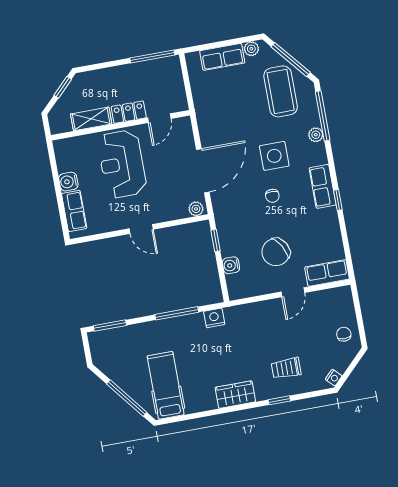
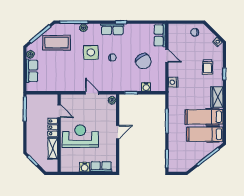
reception desk: (122, 164) -> (80, 136), turned 180
door: (203, 171) -> (92, 93), width x0.53
nightstand: (214, 318) -> (173, 82), moved
hospital bed: (196, 378) -> (204, 117), added

